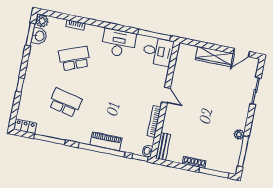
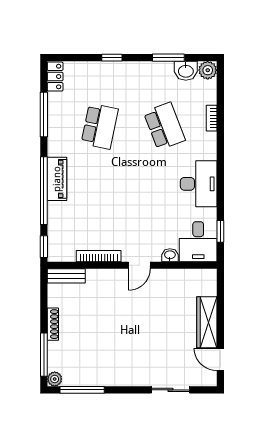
window: (30, 34) -> (168, 58), moved
window: (154, 35) -> (220, 231), width x0.46
plant: (239, 134) -> (55, 379), moved
piano: (106, 141) -> (57, 179), moved
washbasin: (147, 151) -> (170, 255), moved

